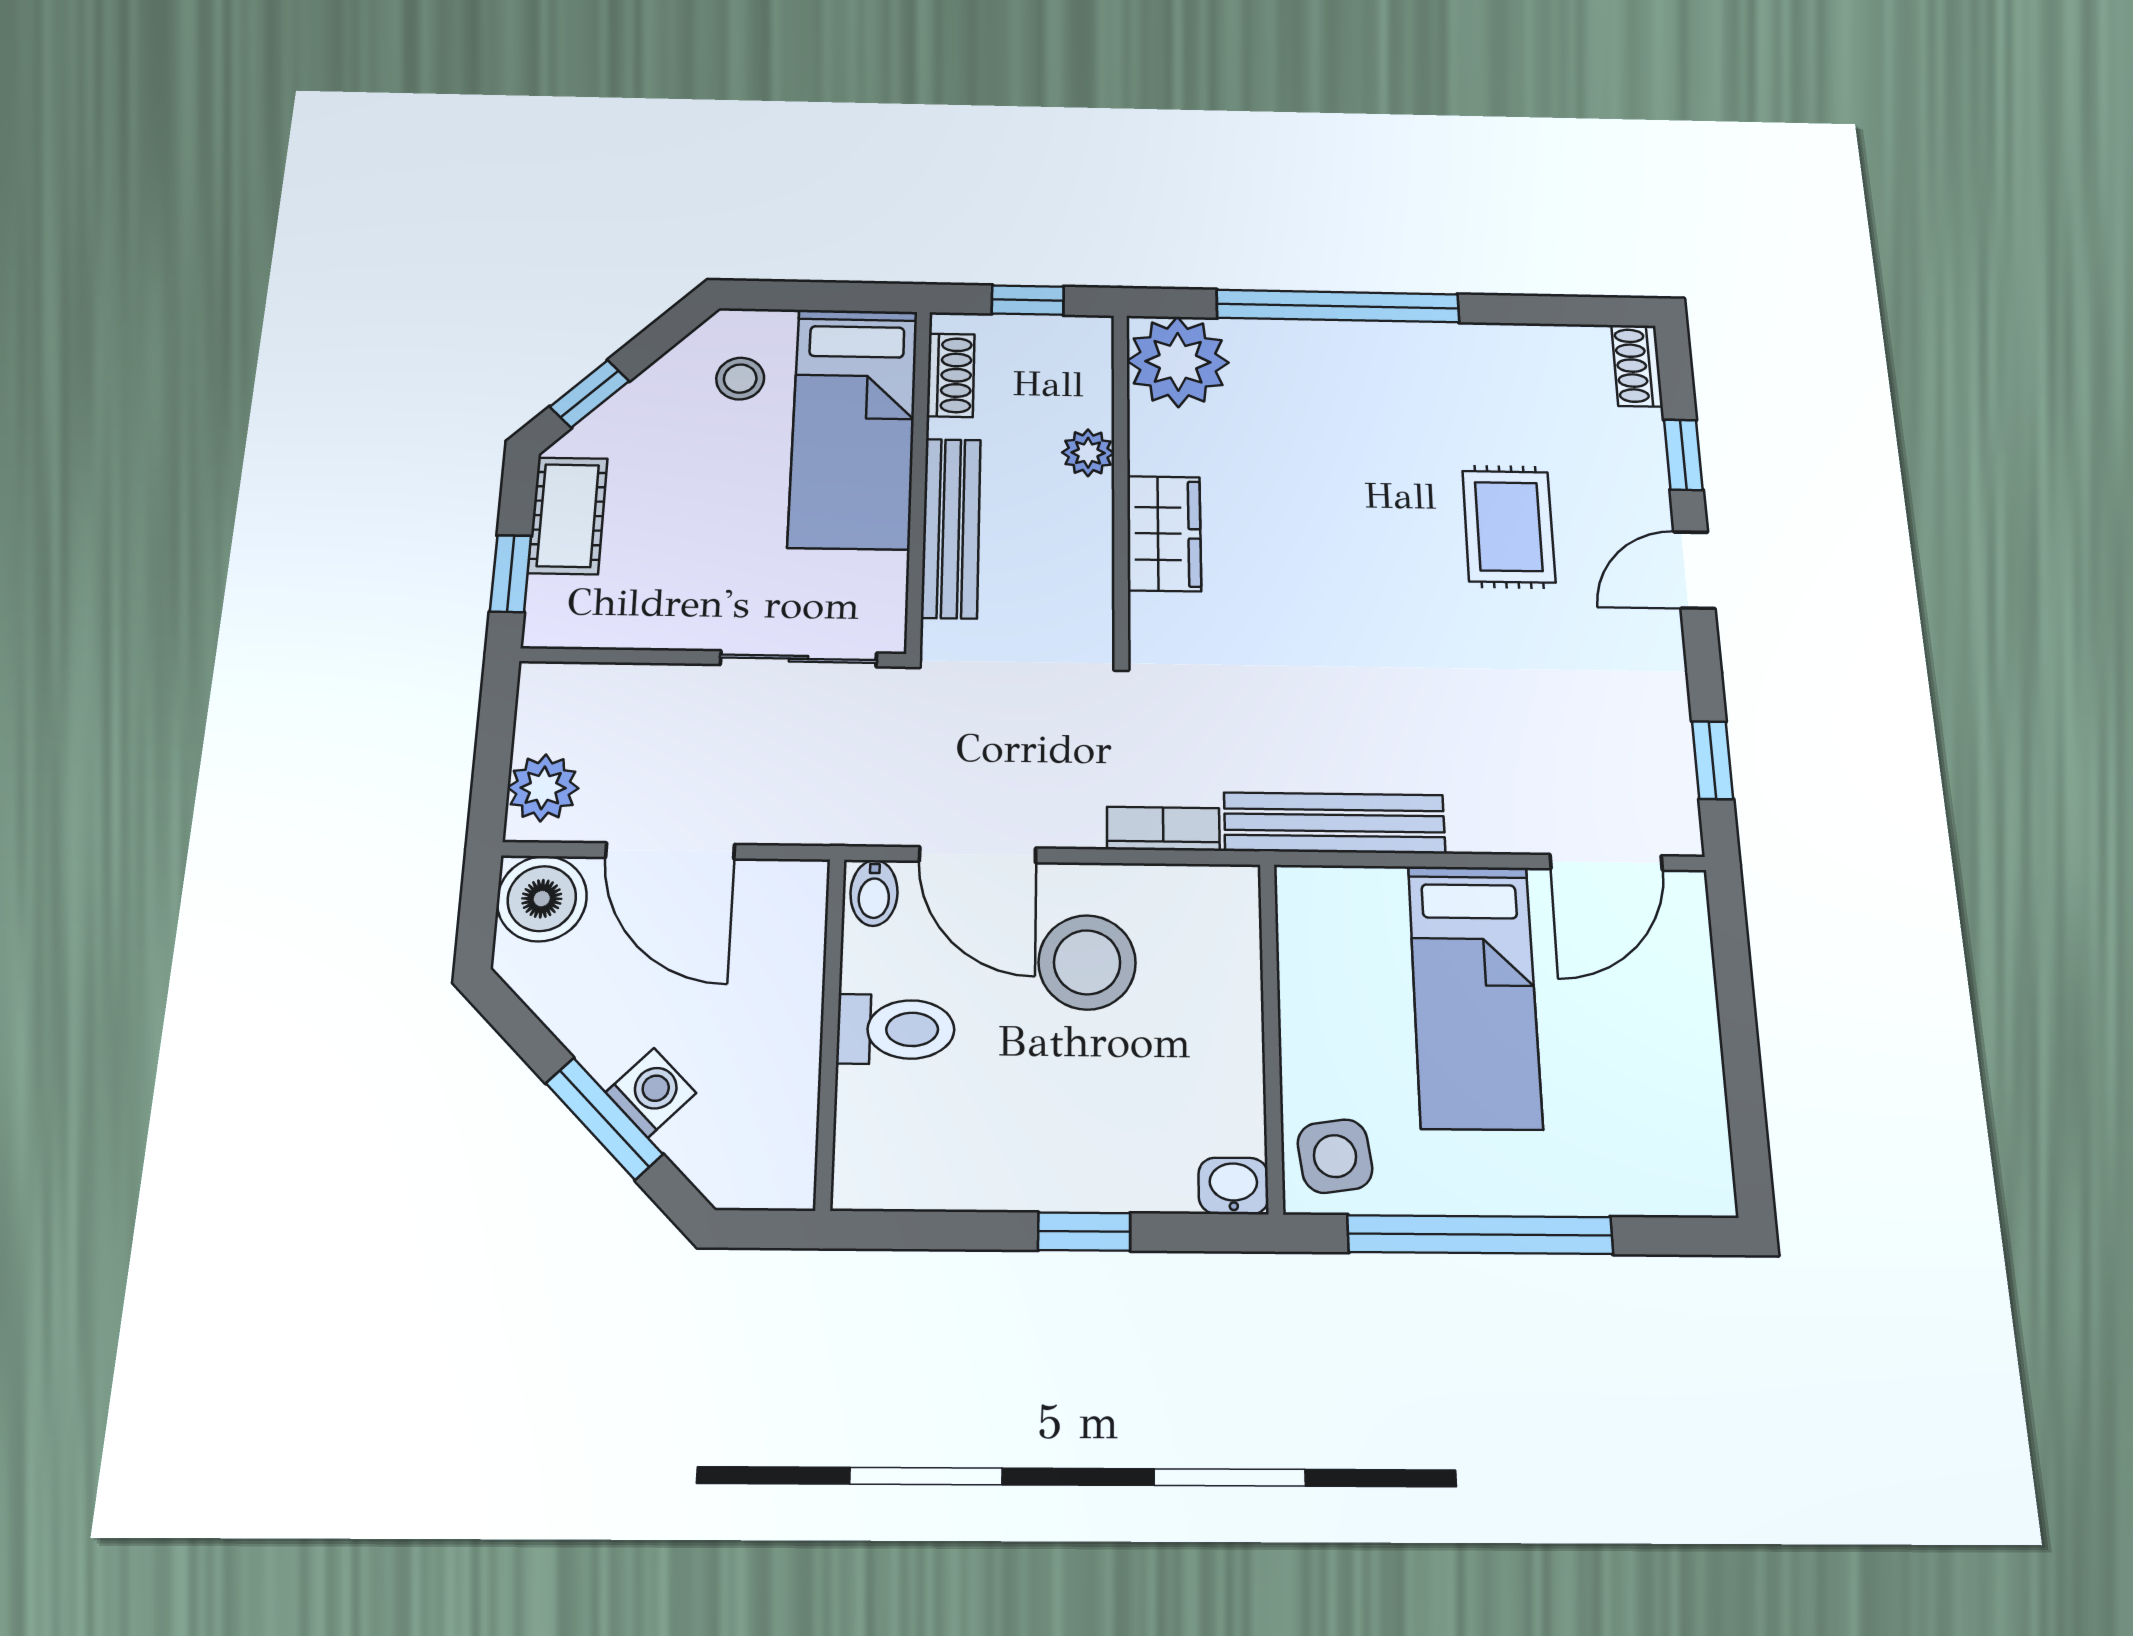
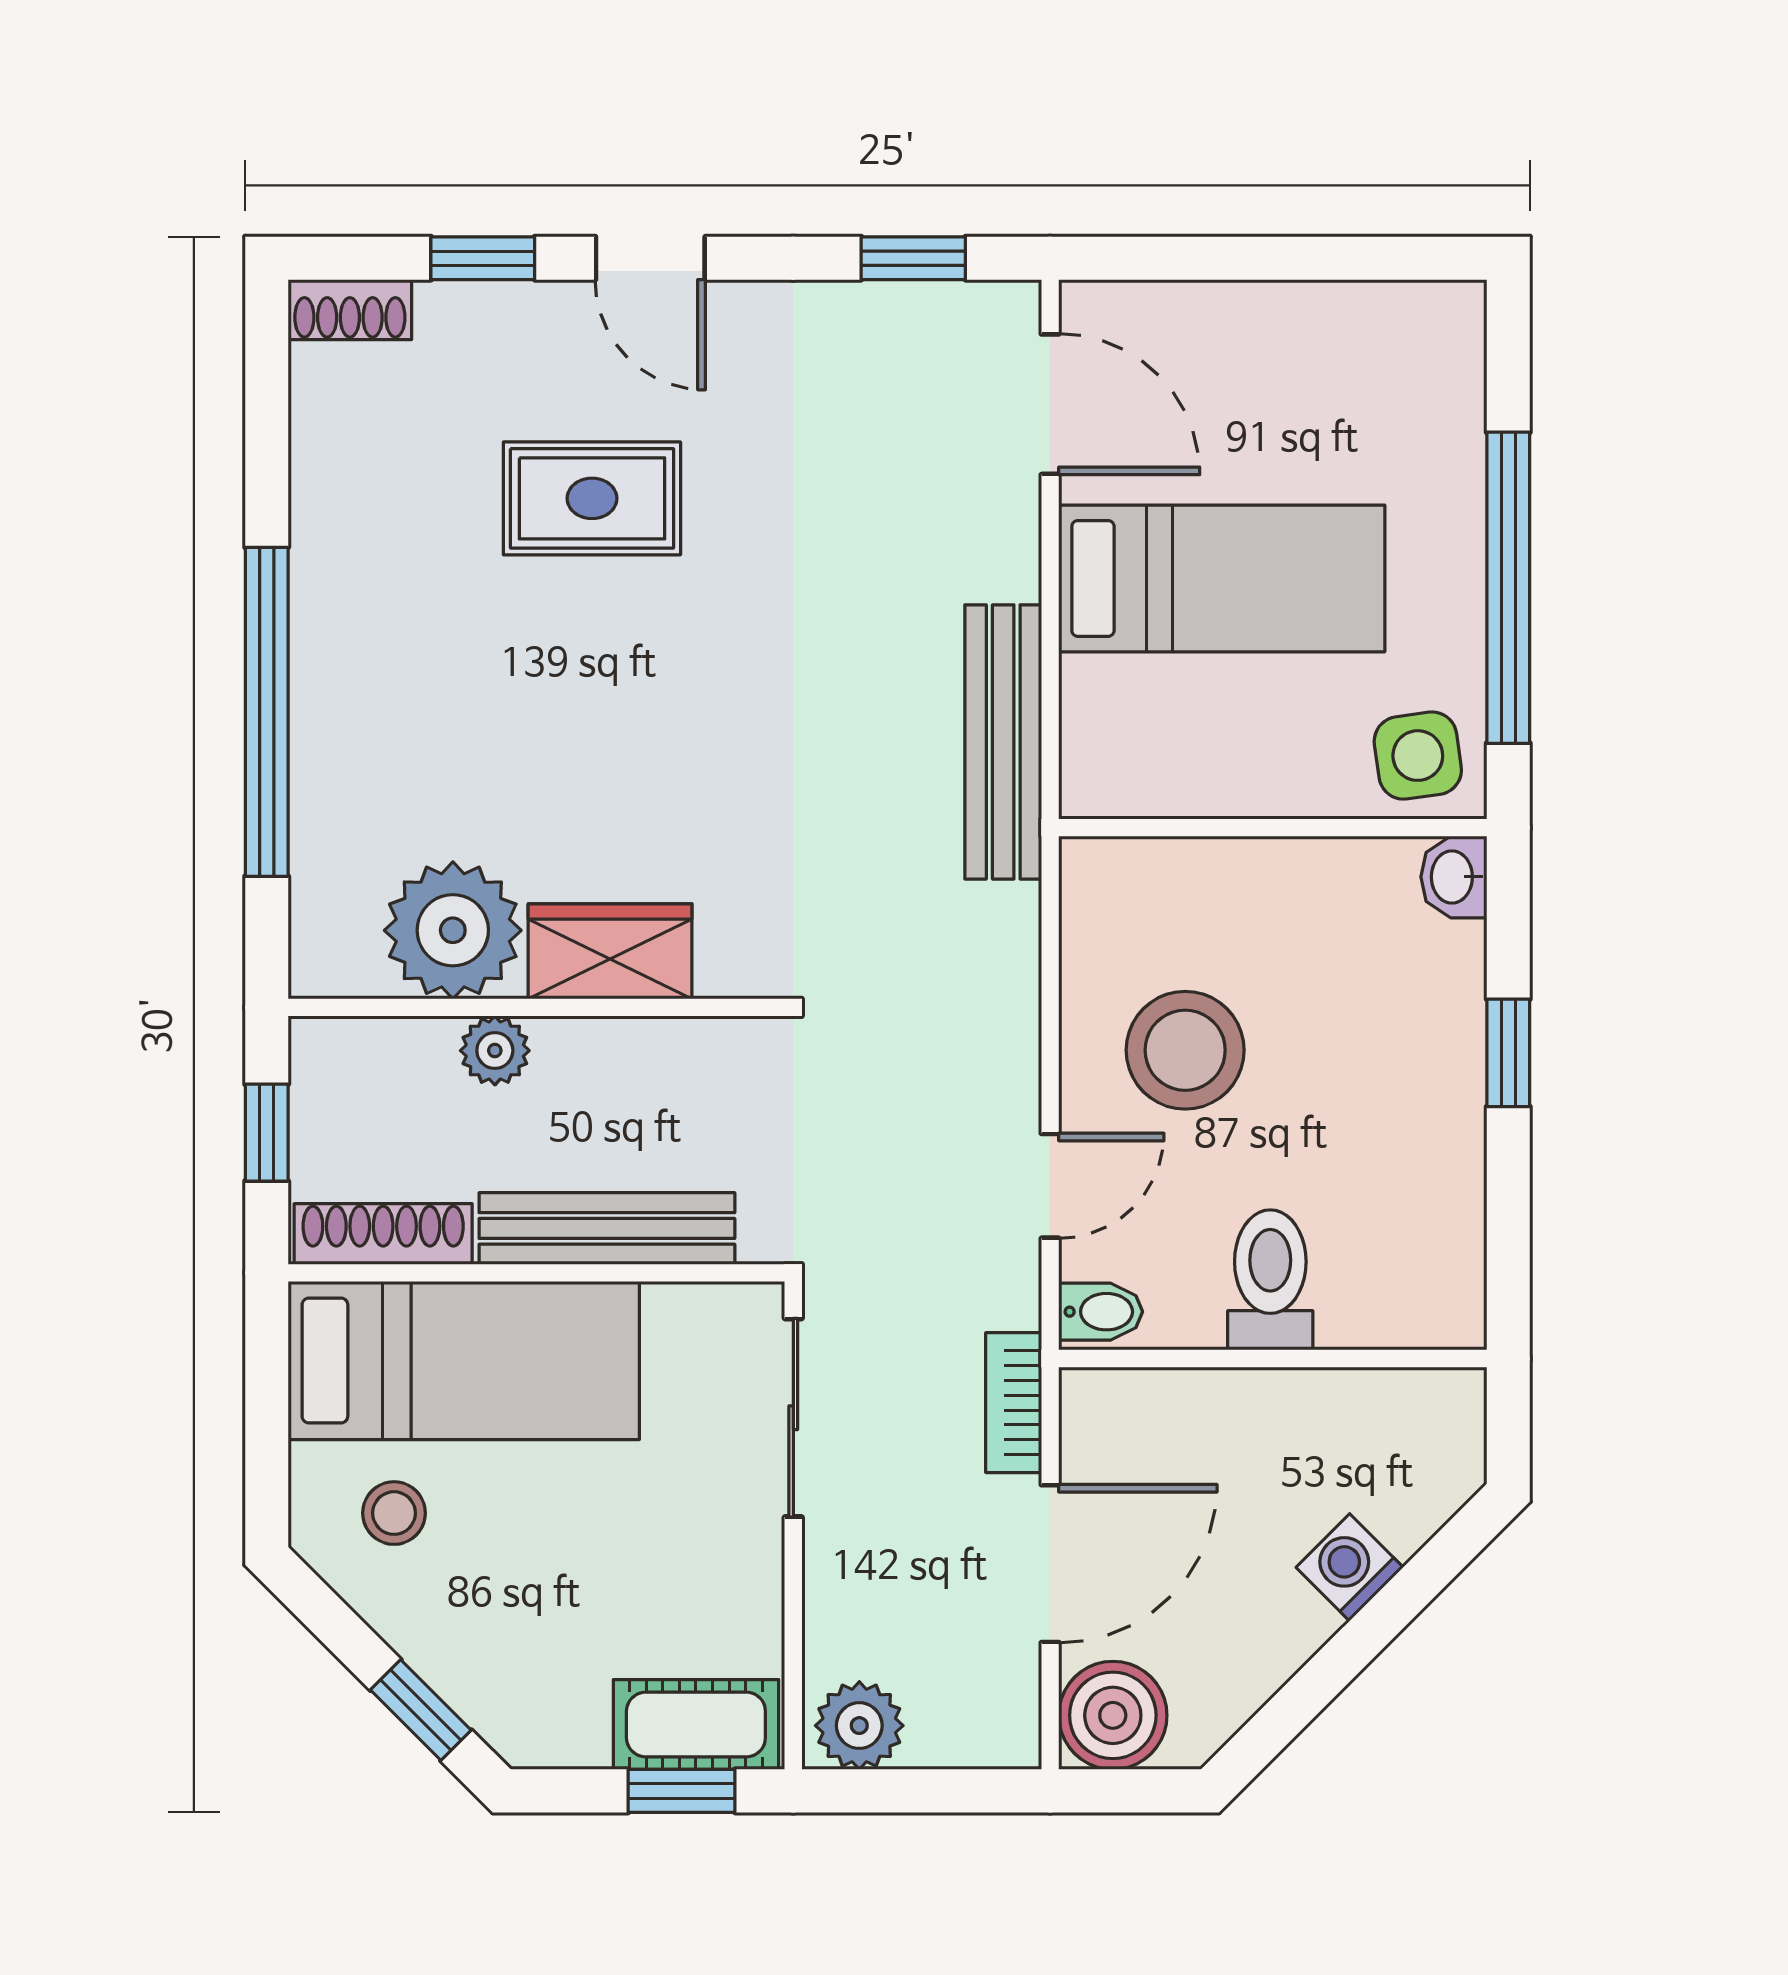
plant: (1178, 362) -> (453, 930), moved
shoe rack: (951, 375) -> (383, 1234), width x1.43
cot: (568, 515) -> (696, 1724), moved
plant: (543, 788) -> (859, 1726), moved
bookcase: (1163, 829) -> (1014, 1403), moved
door: (978, 855) -> (1050, 1186), width x0.73
window: (604, 1119) -> (1381, 1620), removed

